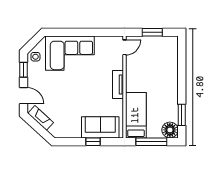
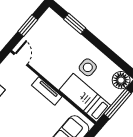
side table: (159, 99) -> (88, 67), added
window: (182, 115) -> (75, 24), moved

